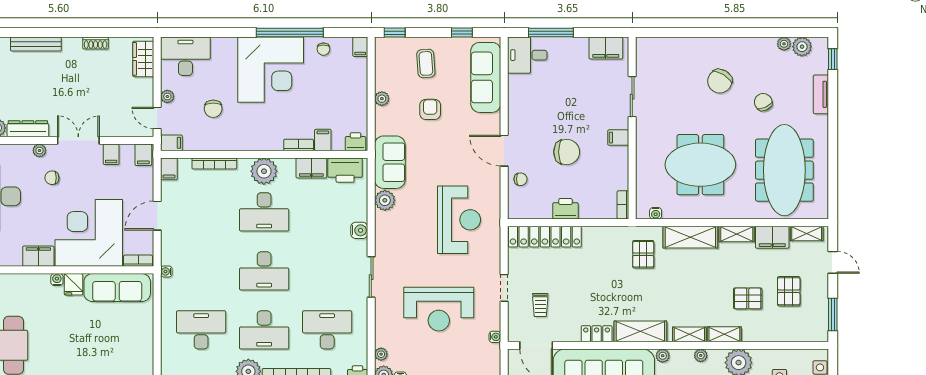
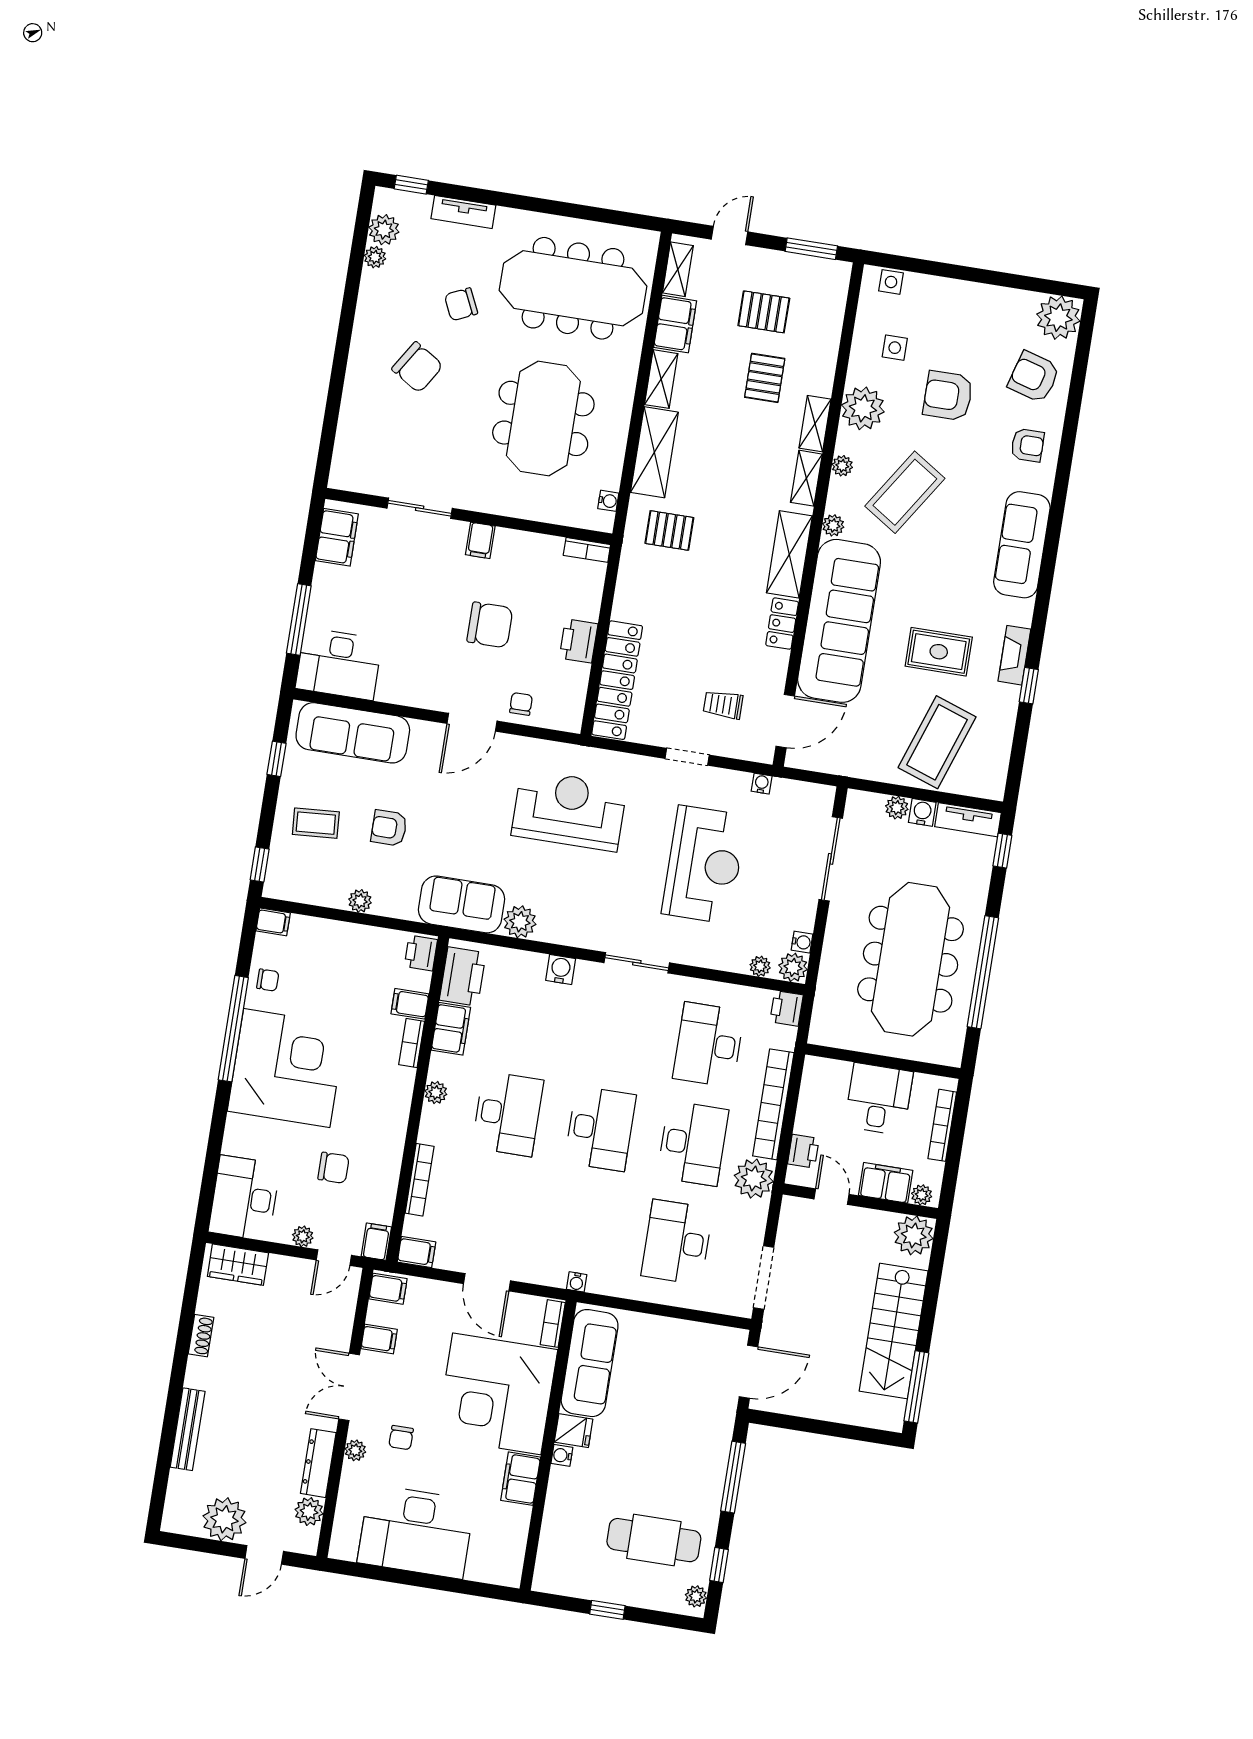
desk: (527, 55) -> (339, 664), width x1.37
chair: (567, 152) -> (490, 625), turned 90
plant: (264, 171) -> (436, 1093), width x0.53, depth x0.53
trolley: (540, 305) -> (723, 705), turned 180

